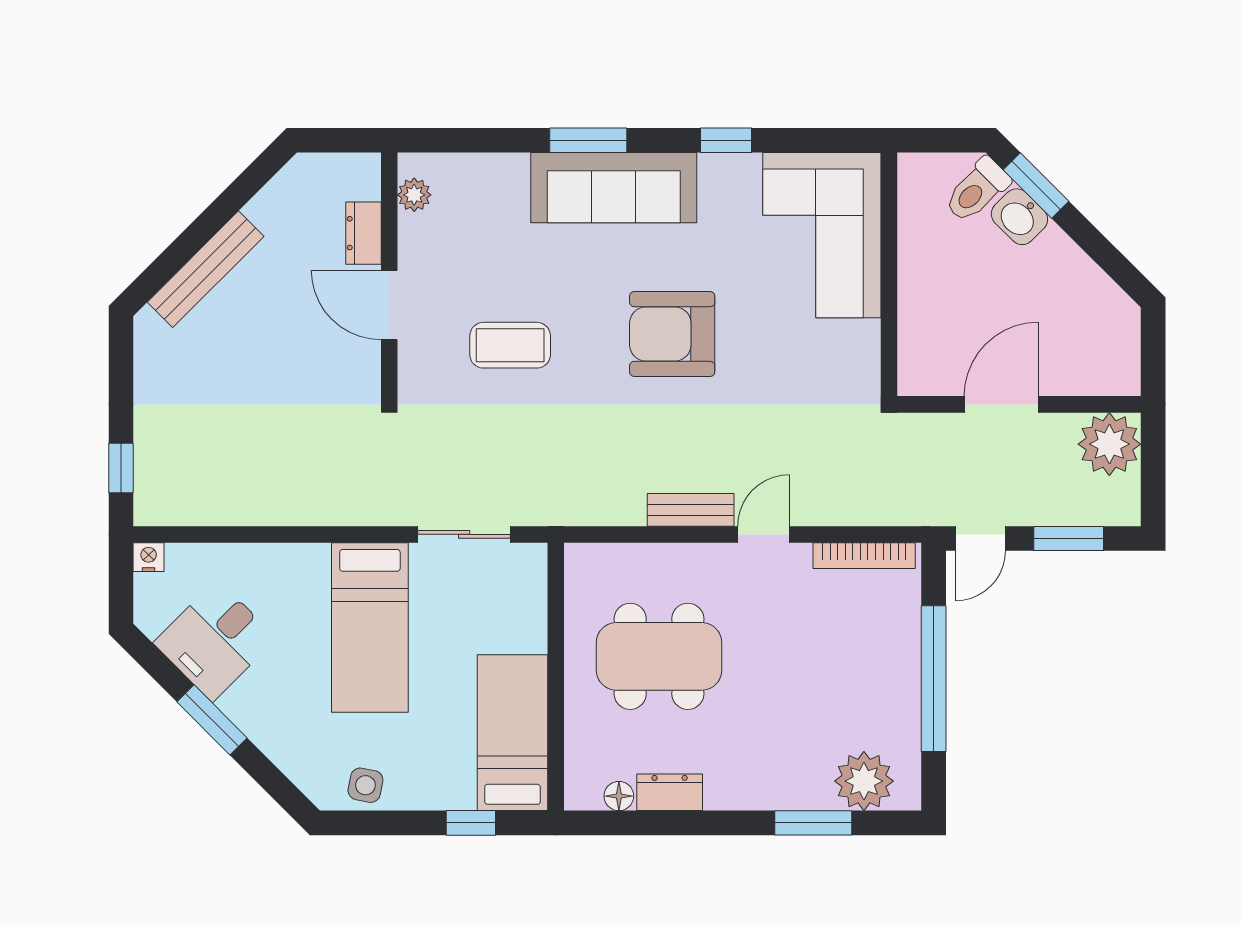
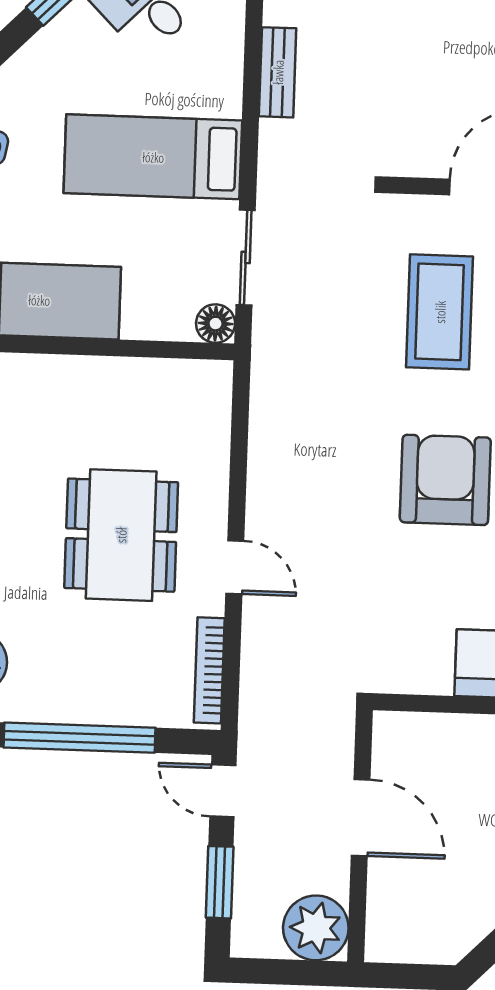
coffee table: (510, 345) -> (440, 312), width x1.36, depth x1.32
bench: (691, 510) -> (278, 72), moved
floor lamp: (529, 561) -> (216, 324), added
dining table: (659, 656) -> (121, 535), moved

